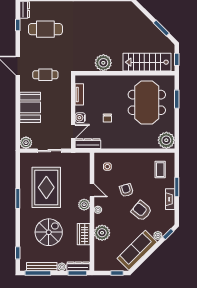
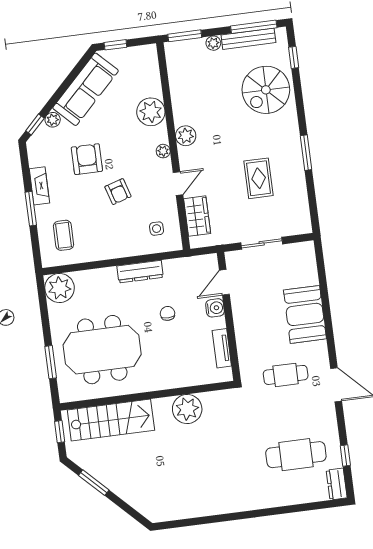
meeting table: (147, 102) -> (102, 350), turned 90
plant: (26, 143) -> (304, 252), removed
dresser: (88, 144) -> (140, 272), moved
rug: (46, 187) -> (259, 178), width x0.54, depth x0.49
door: (92, 190) -> (178, 184), swing flipped
plant: (84, 205) -> (186, 136), moved
armchair: (141, 211) -> (87, 159), turned -129
spiral stairs: (49, 232) -> (266, 90), moved
wardrobe: (84, 234) -> (197, 216), moved
dresser: (78, 266) -> (185, 48), removed

